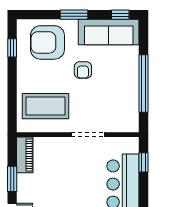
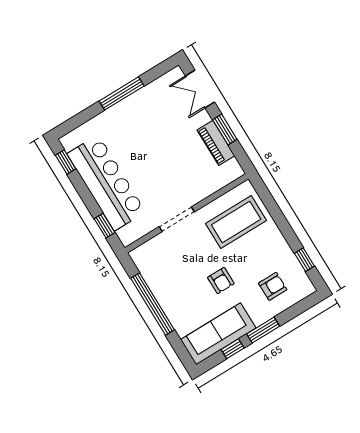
window: (120, 15) -> (233, 349), moved
armchair: (47, 42) -> (273, 286), width x0.53, depth x0.53
armchair: (83, 70) -> (221, 281), turned 180
piano: (25, 155) -> (216, 143), moved

